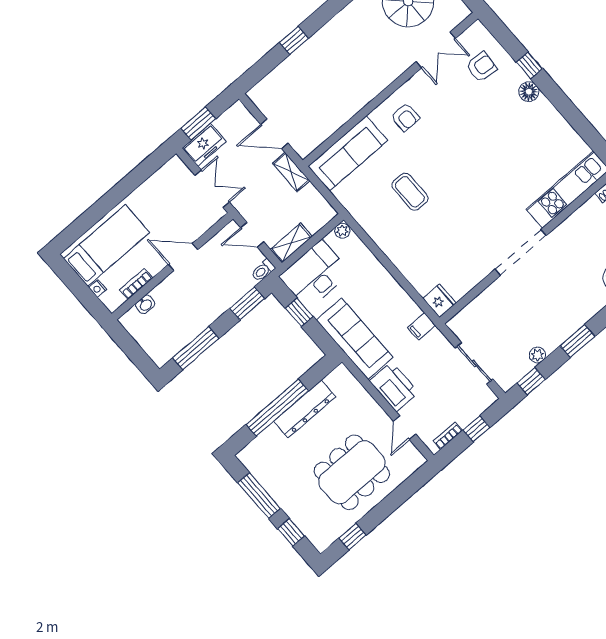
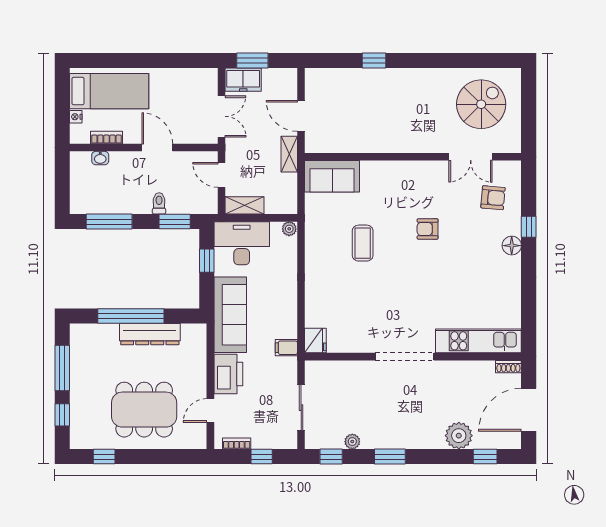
armchair: (405, 117) -> (428, 229), moved, turned 90
sofa: (348, 153) -> (332, 176), width x0.73
toilet: (263, 270) -> (159, 203), moved, turned 90

